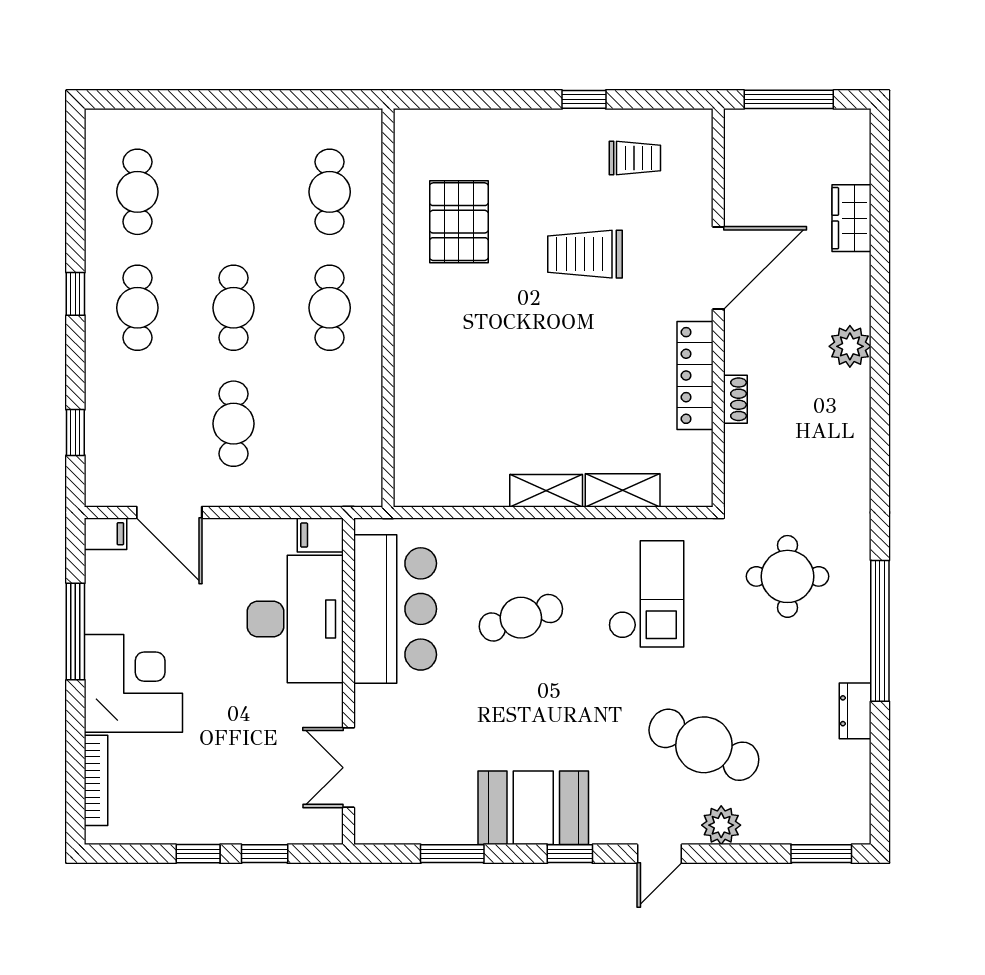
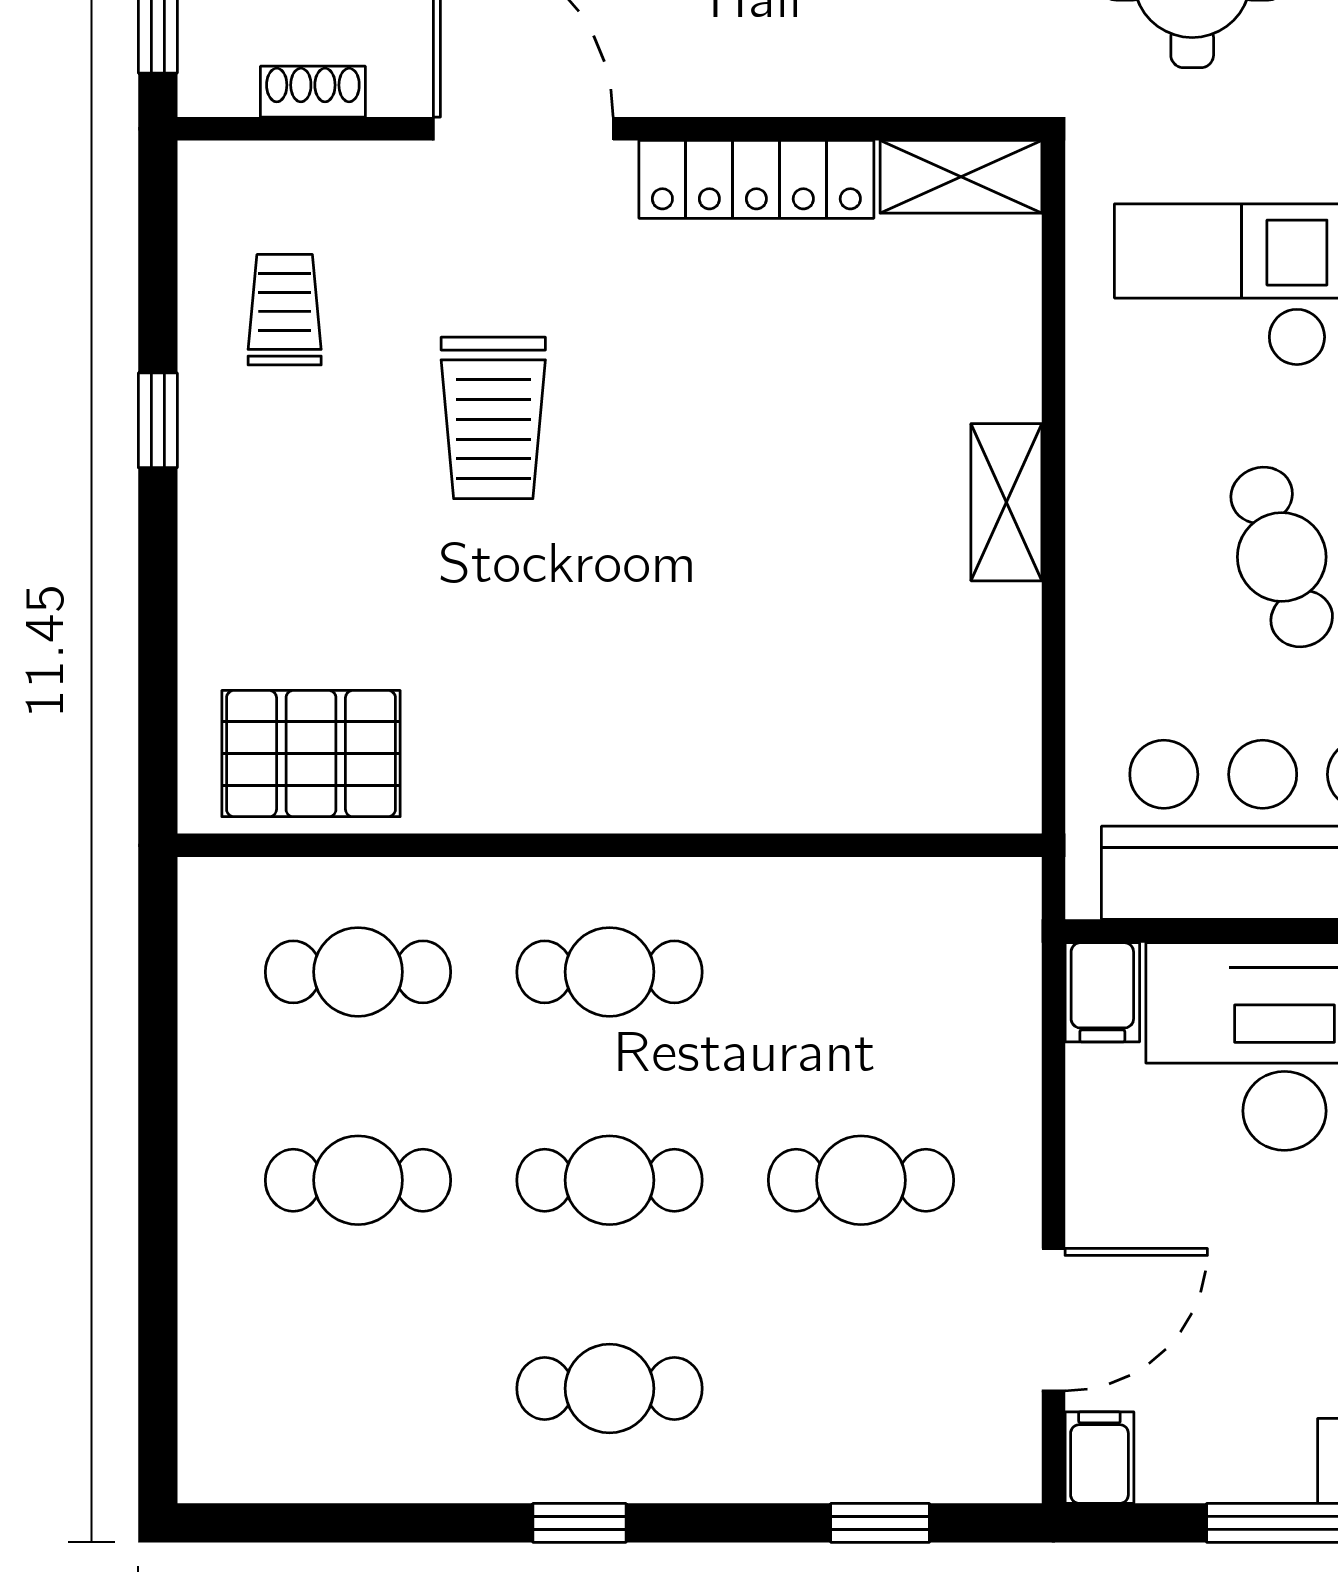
cafe table: (137, 192) -> (358, 1180), moved
pallet: (459, 222) -> (311, 754), moved
shoe rack: (735, 399) -> (313, 92), moved
shelving: (623, 490) -> (961, 177), moved, turned 90

